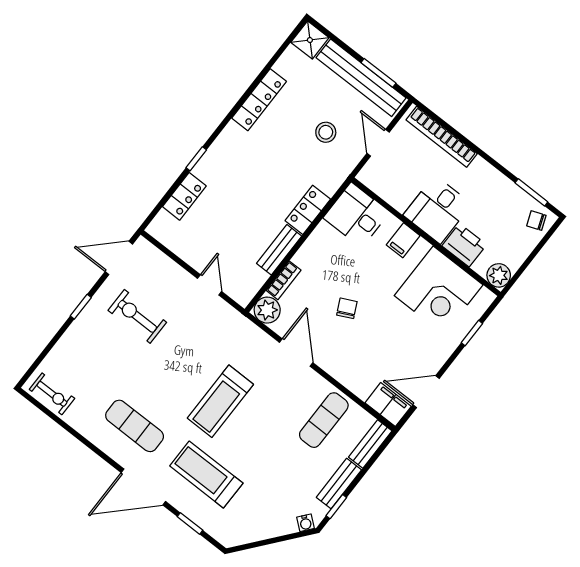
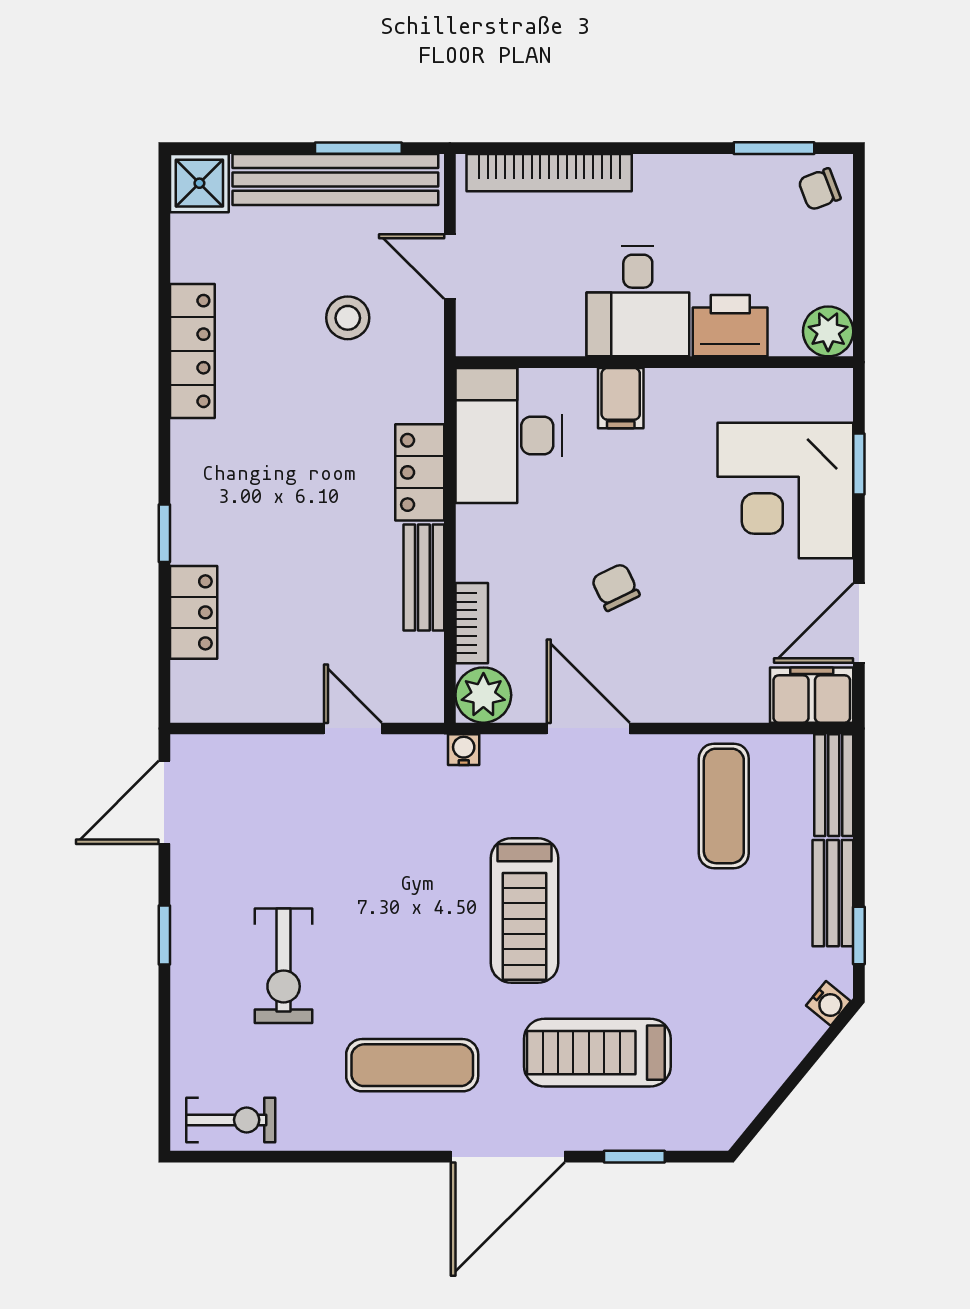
desk: (356, 215) -> (509, 435), width x1.37
corner desk: (439, 290) -> (785, 490), moved, turned 90
exercise bike: (137, 316) -> (284, 966), moved, turned -90
water cooler: (244, 325) -> (464, 750), added

